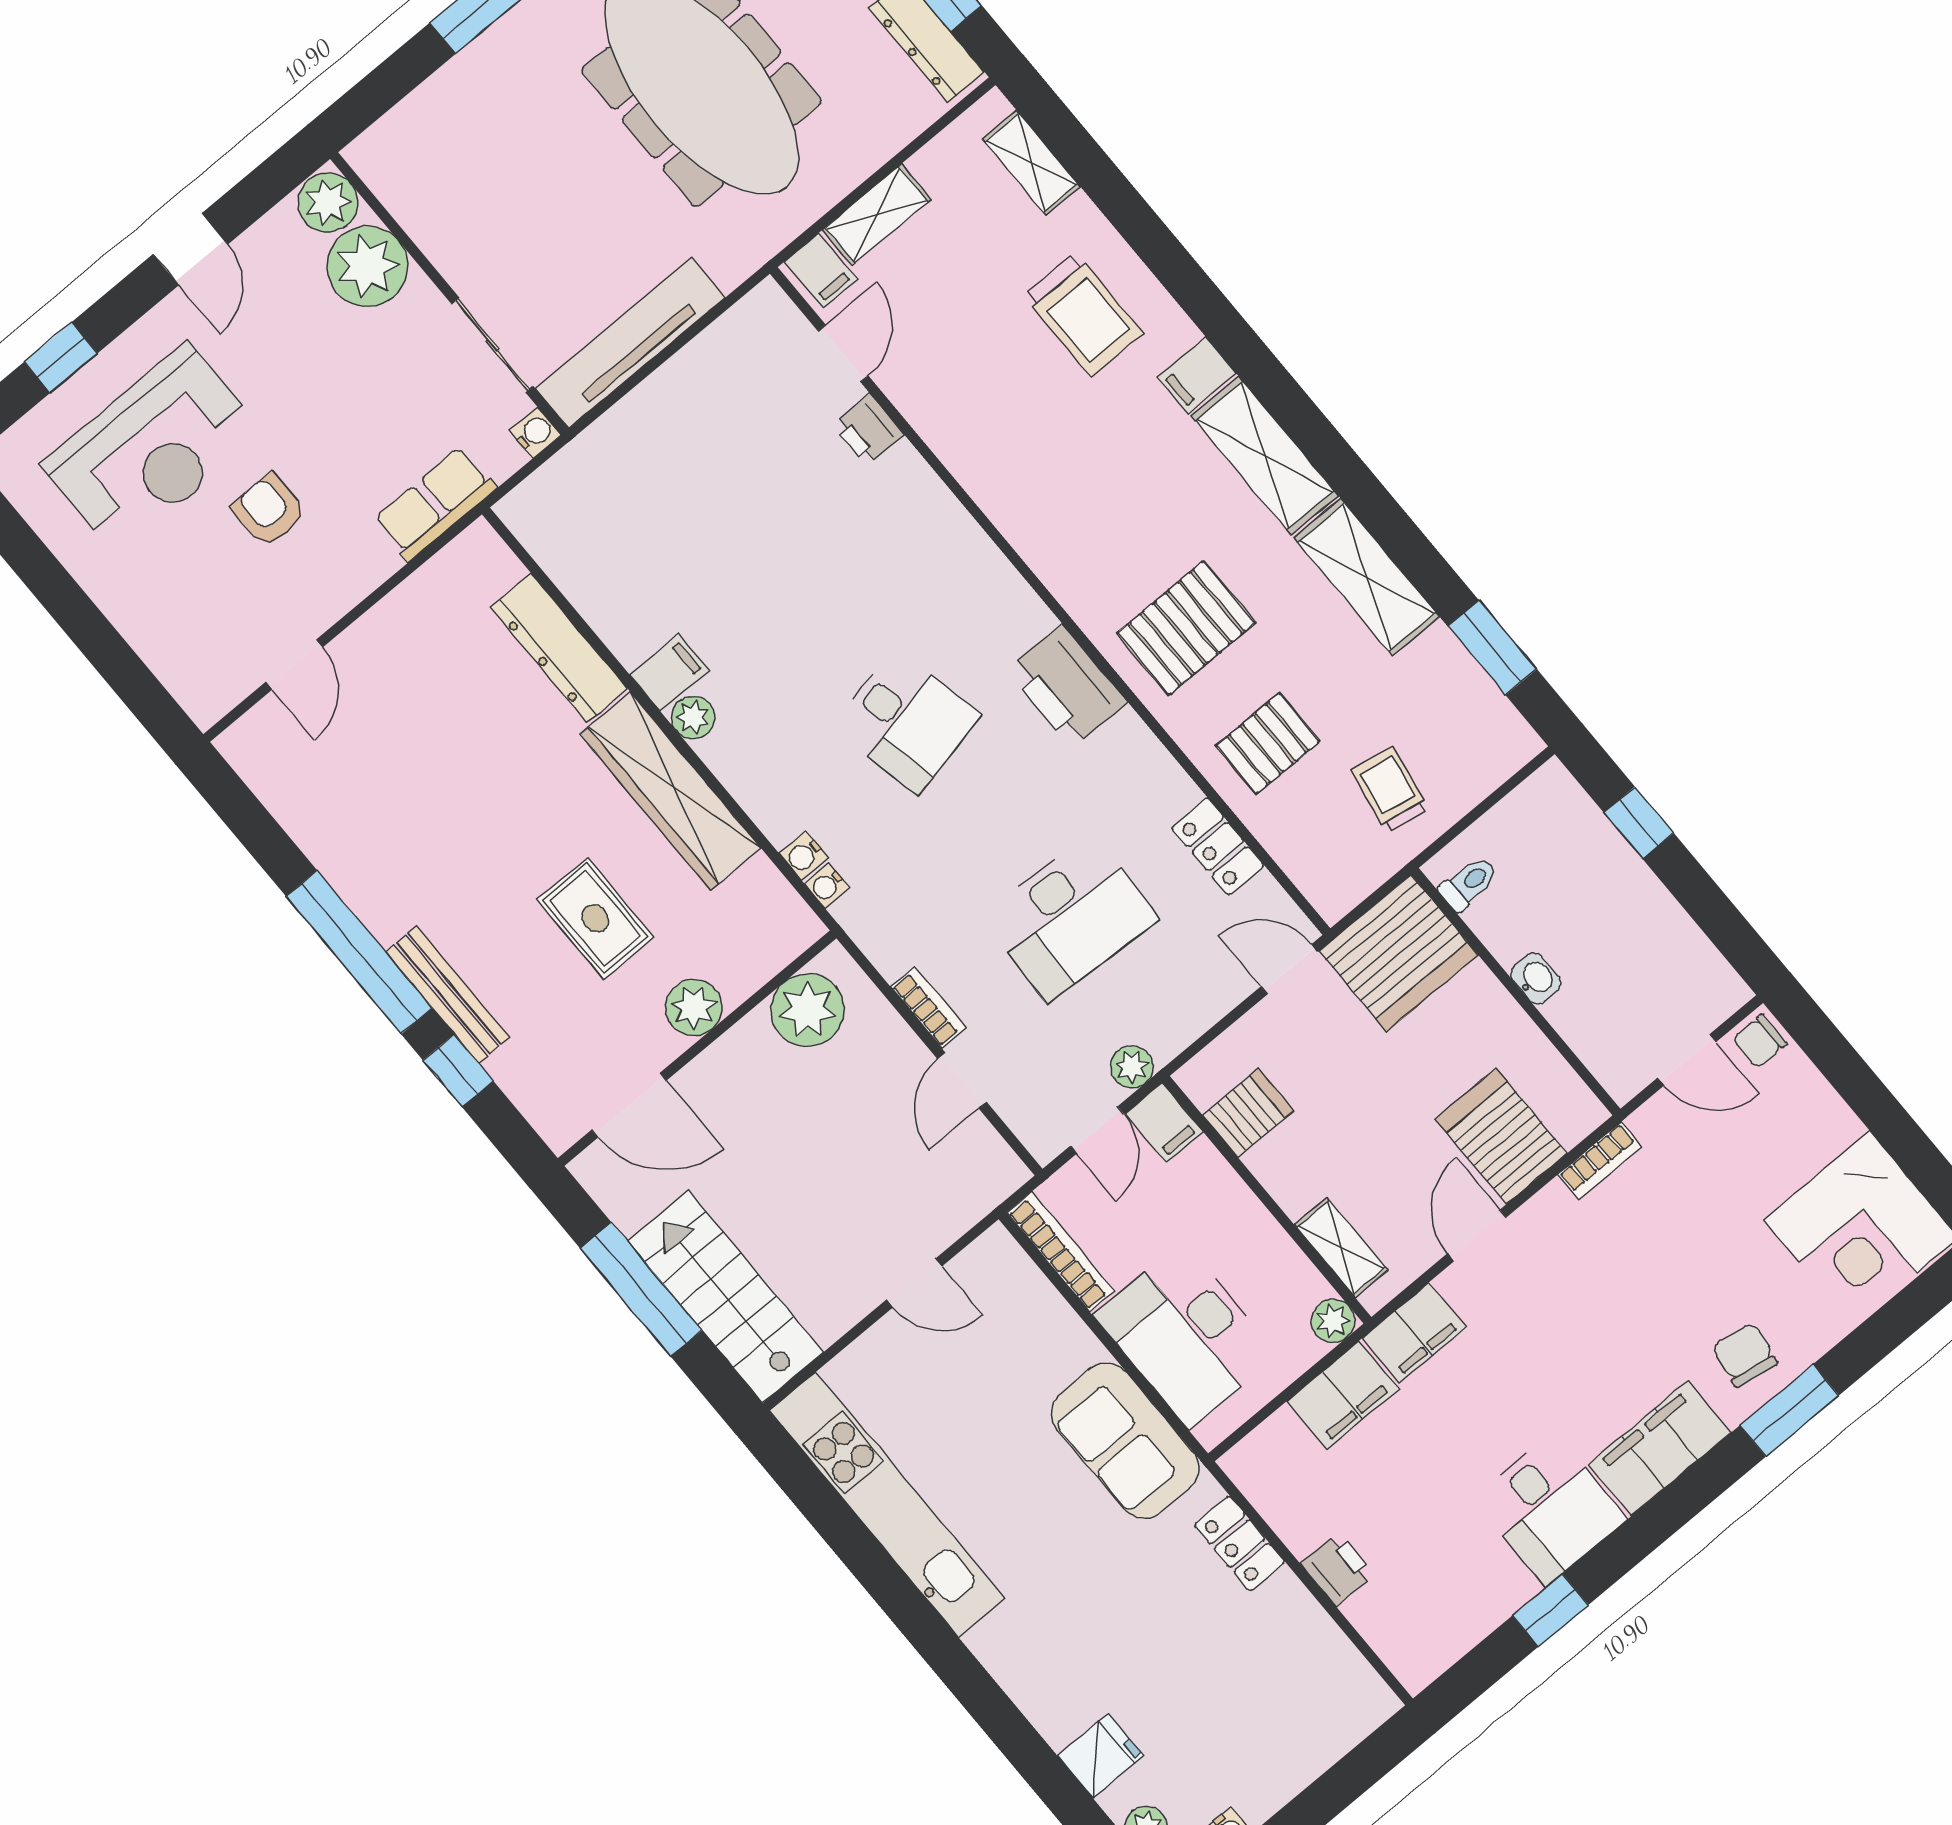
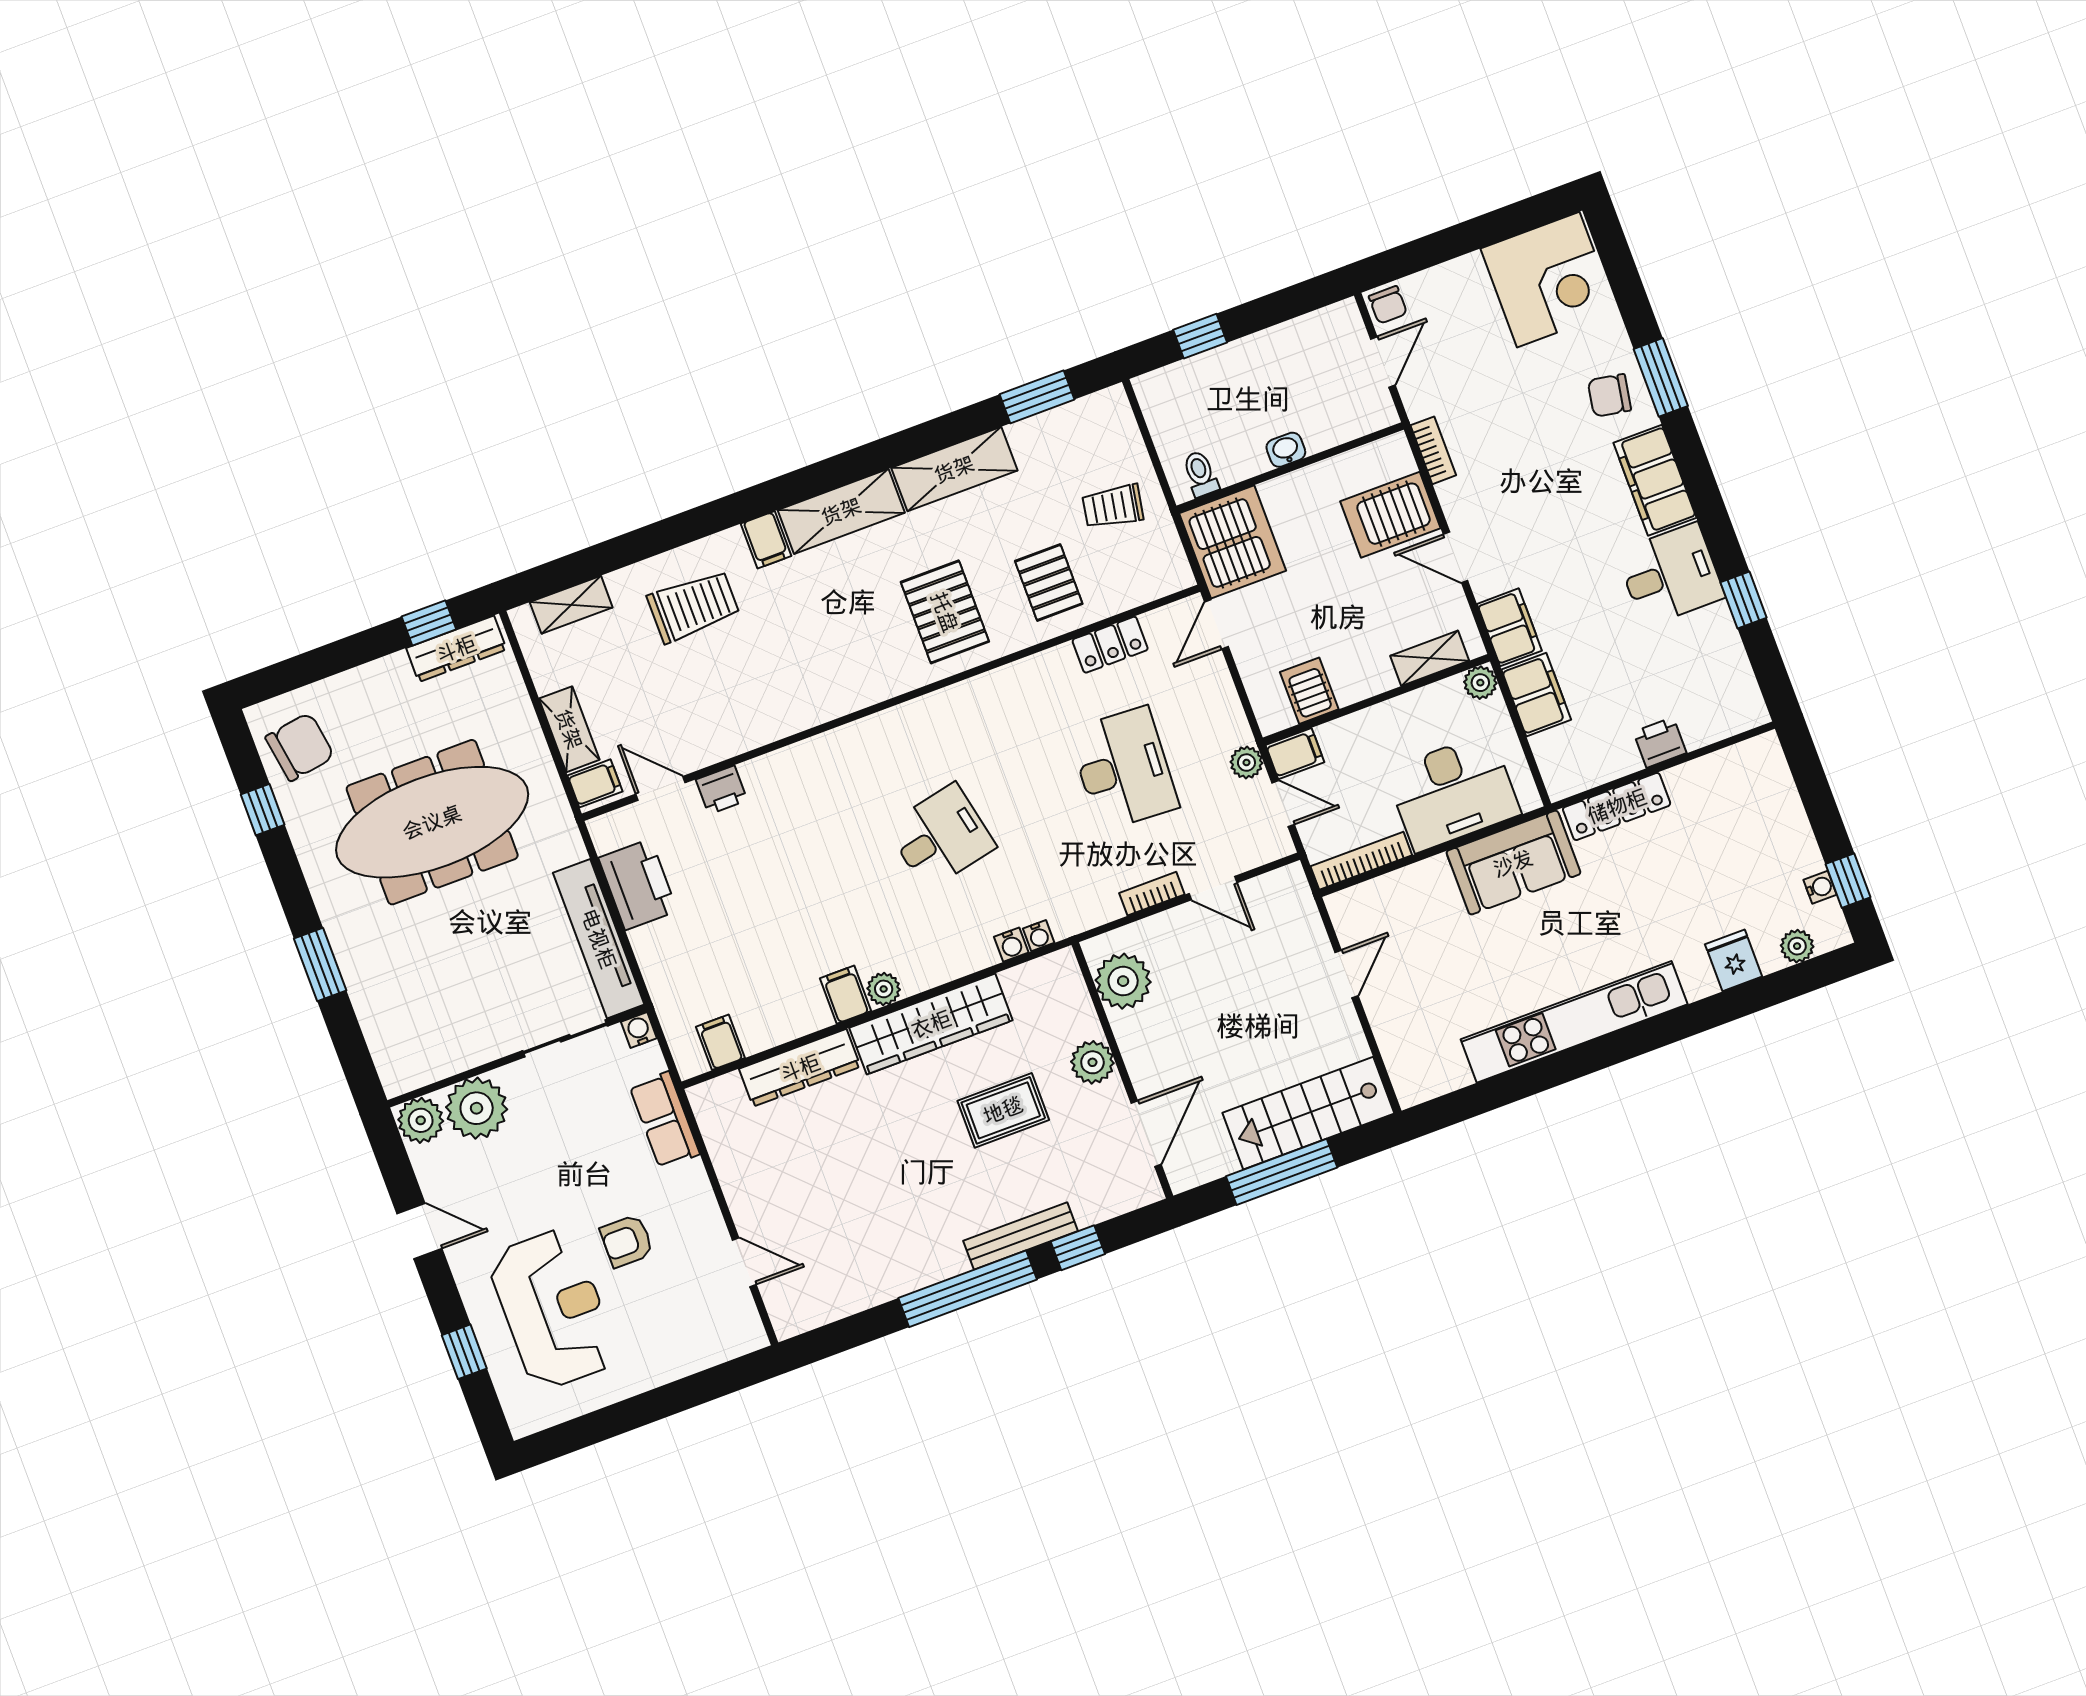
filing cabinet: (556, 539) -> (720, 1042), added
printer: (1067, 686) -> (638, 884), moved, turned -90
kitchen unit: (887, 1505) -> (1574, 1022), moved
locker: (1240, 1544) -> (1617, 806), width x1.53

